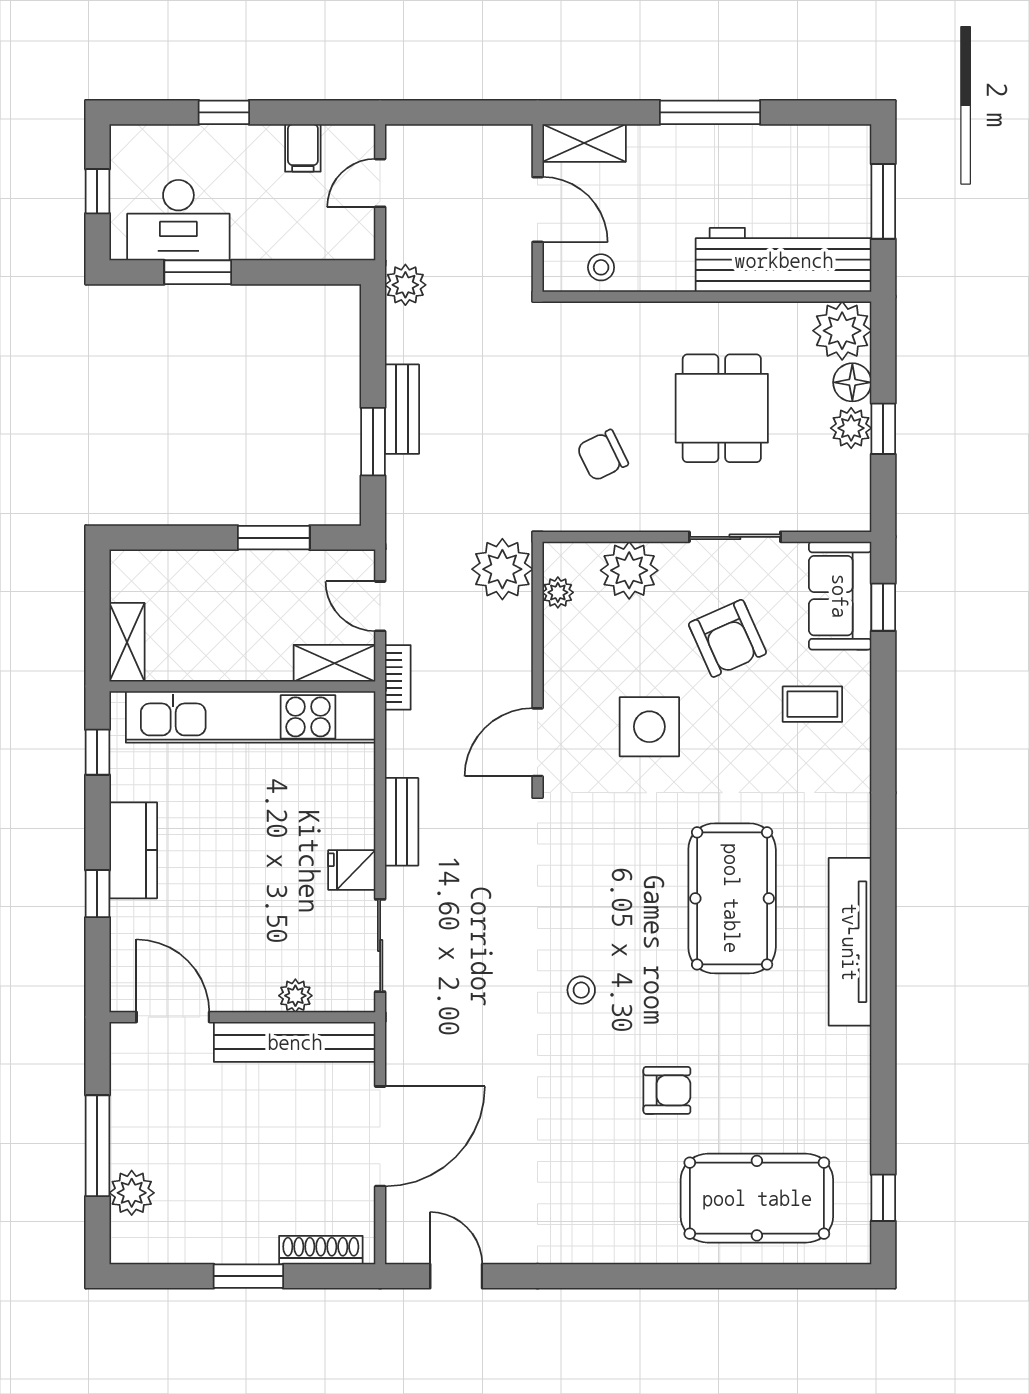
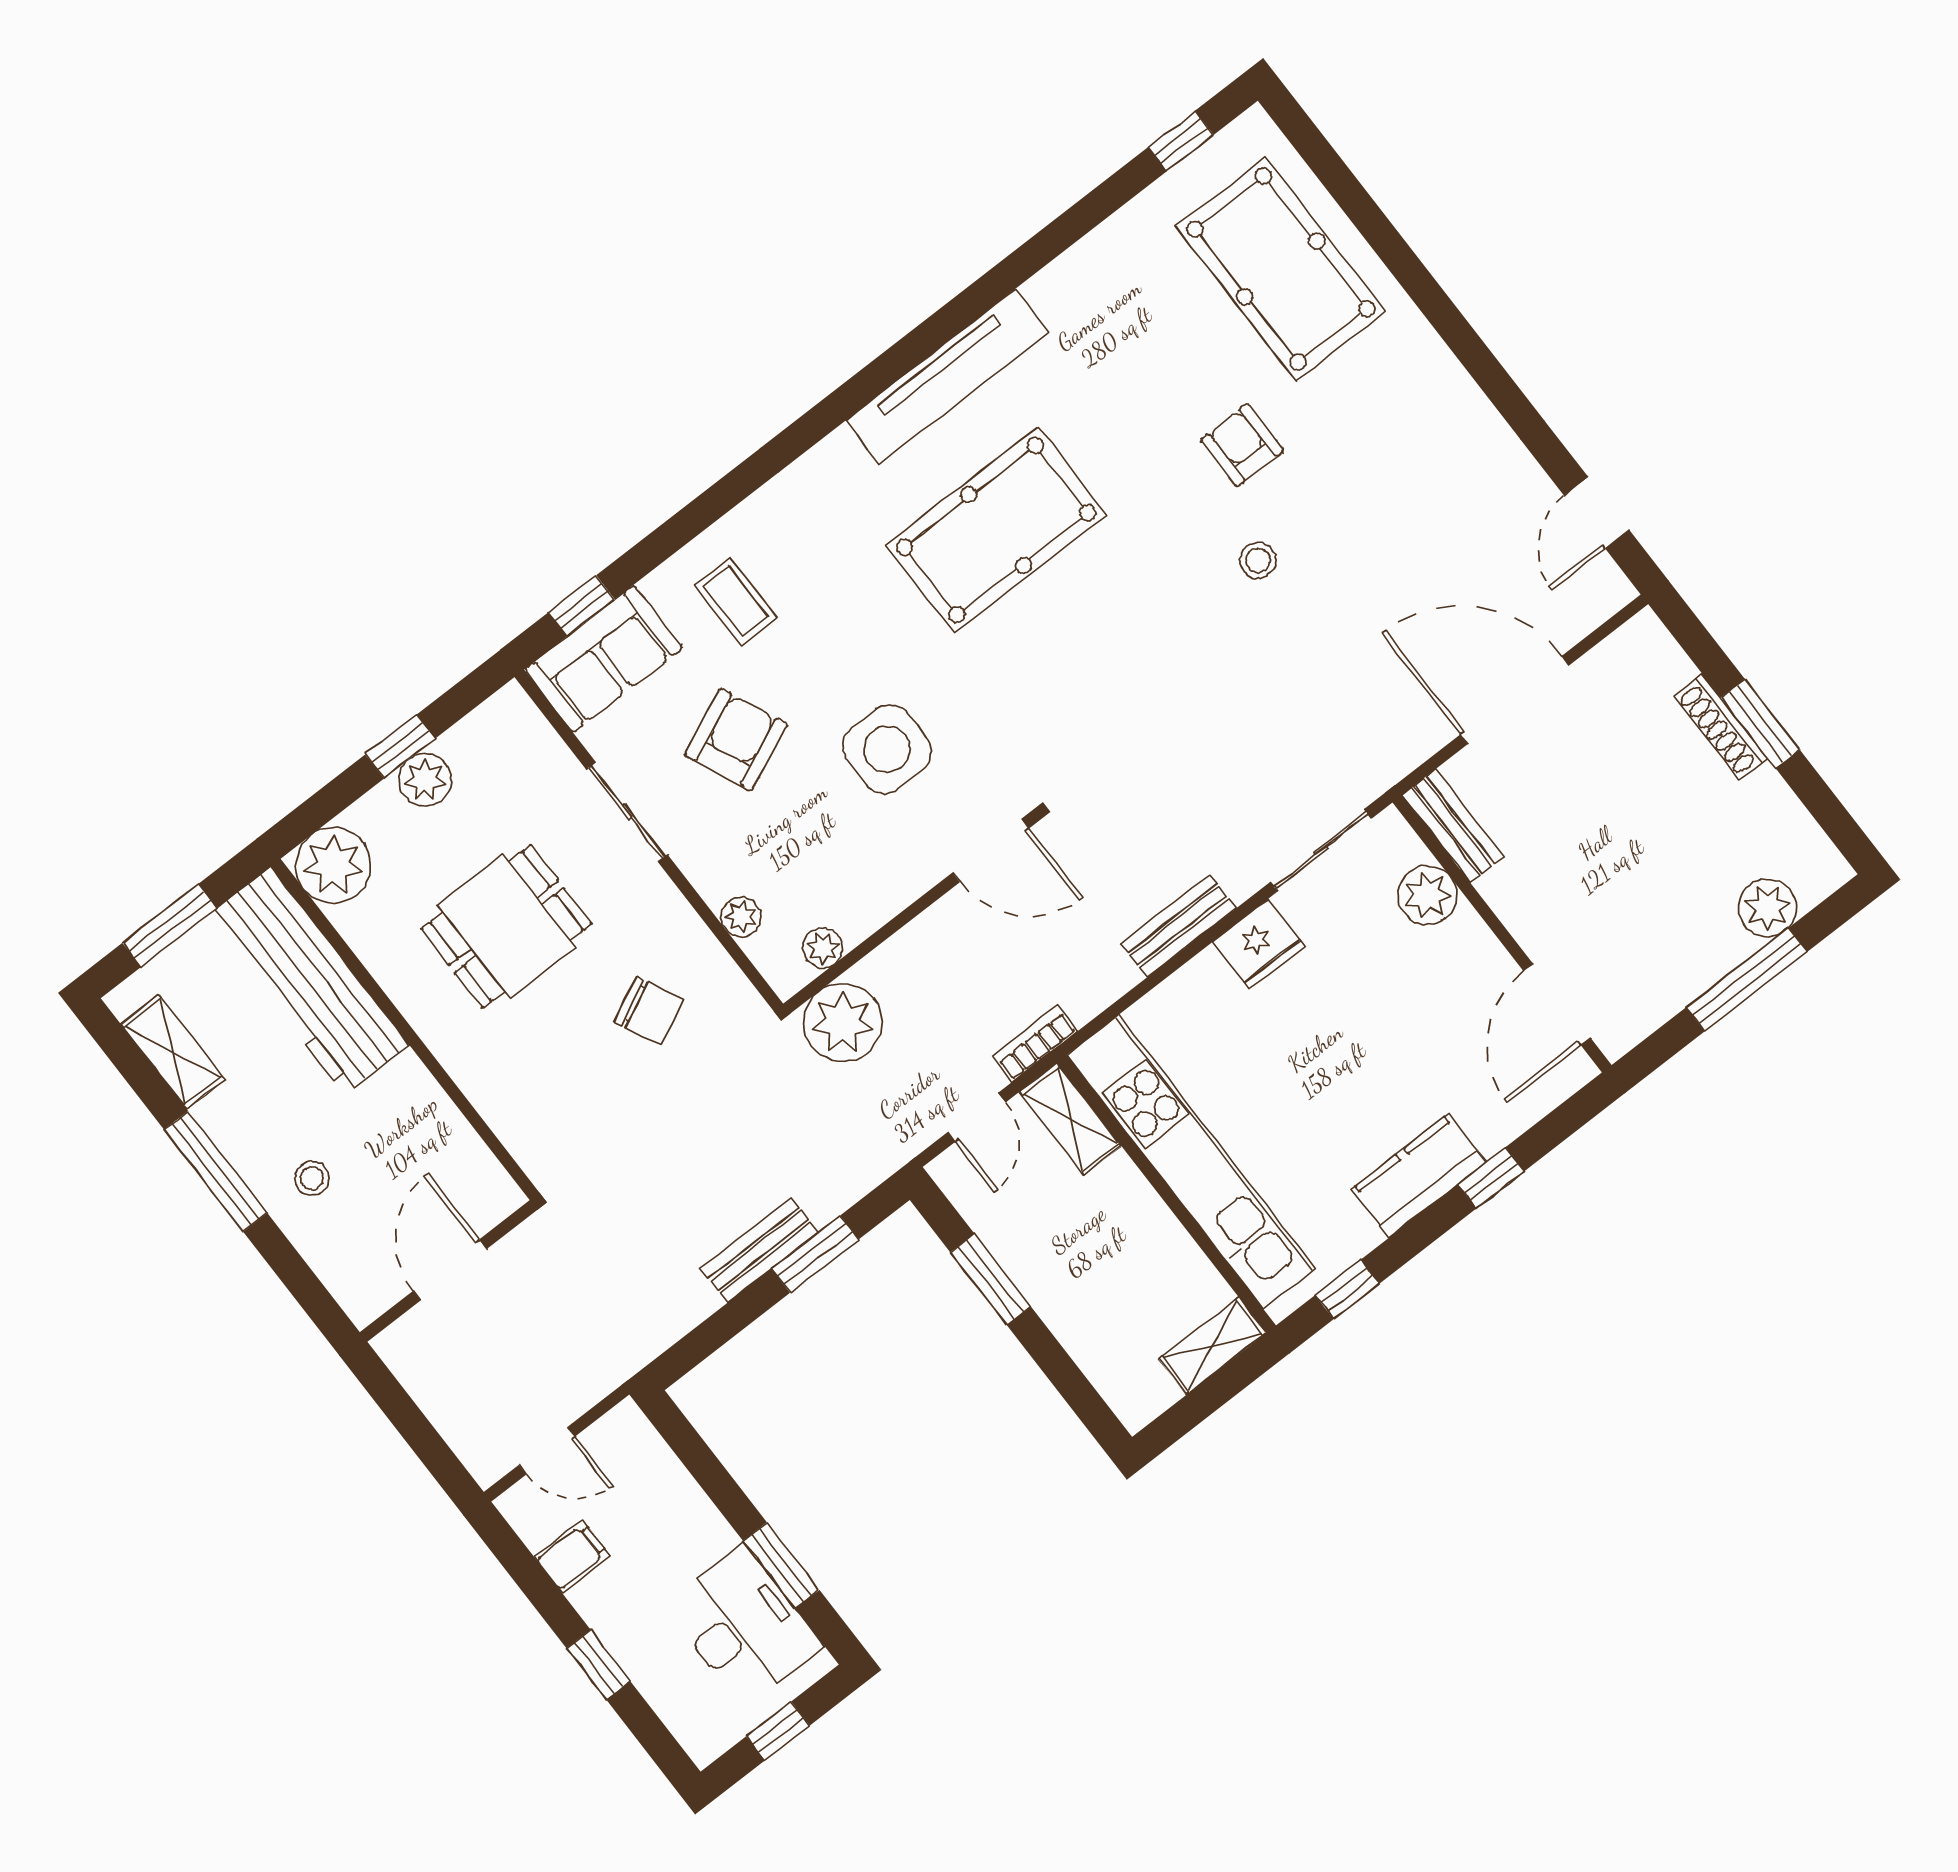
shelving: (584, 143) -> (173, 1052), moved
stool: (601, 267) -> (312, 1178), moved
plant: (405, 285) -> (631, 1345), removed
floor lamp: (852, 382) -> (378, 814), removed
plant: (629, 570) -> (741, 917), width x0.53, depth x0.53
fridge: (352, 870) -> (1259, 944), width x1.38
stool: (581, 990) -> (1258, 560), moved
plant: (295, 996) -> (1427, 895), width x1.38, depth x1.38
bench: (295, 1042) -> (1453, 826), width x0.54, depth x0.82
shoe rack: (321, 1250) -> (1721, 727), moved

